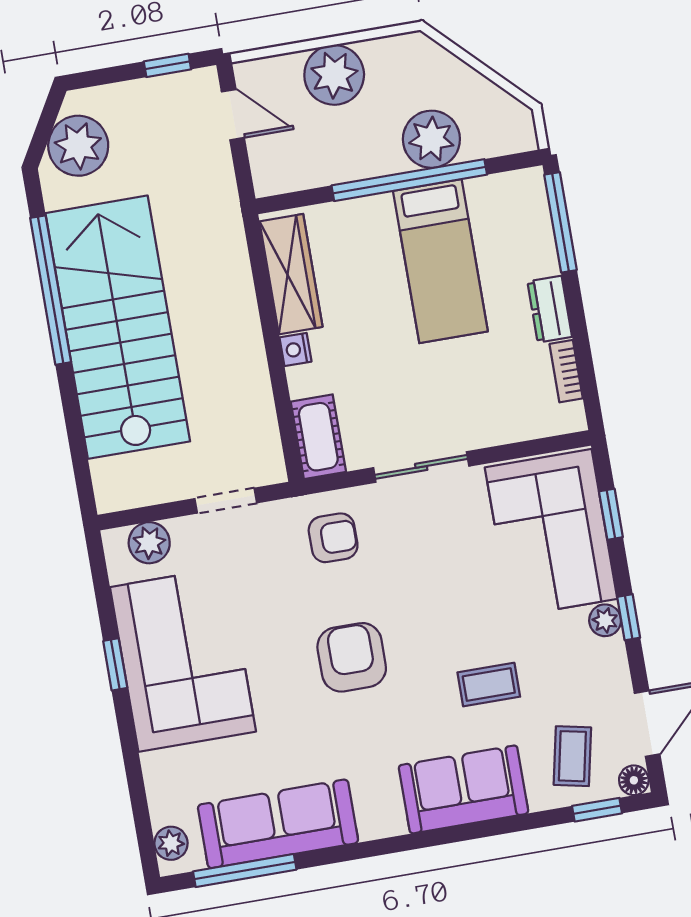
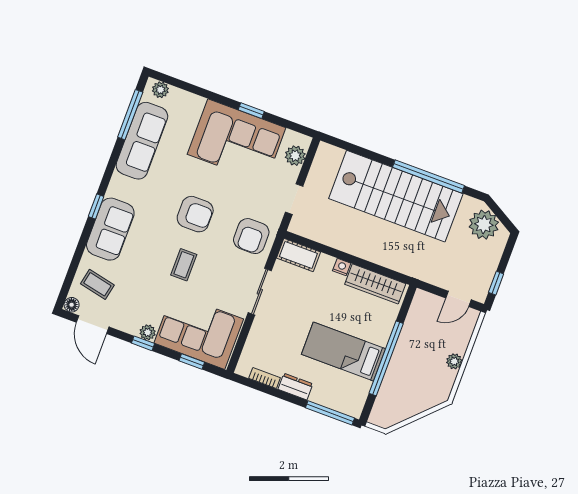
plant: (334, 75) -> (454, 361), width x0.53, depth x0.53
plant: (431, 139) -> (398, 378), removed
armchair: (333, 538) -> (251, 236), width x1.38, depth x1.38
coffee table: (489, 685) -> (184, 265), moved
window: (597, 810) -> (96, 207), moved

